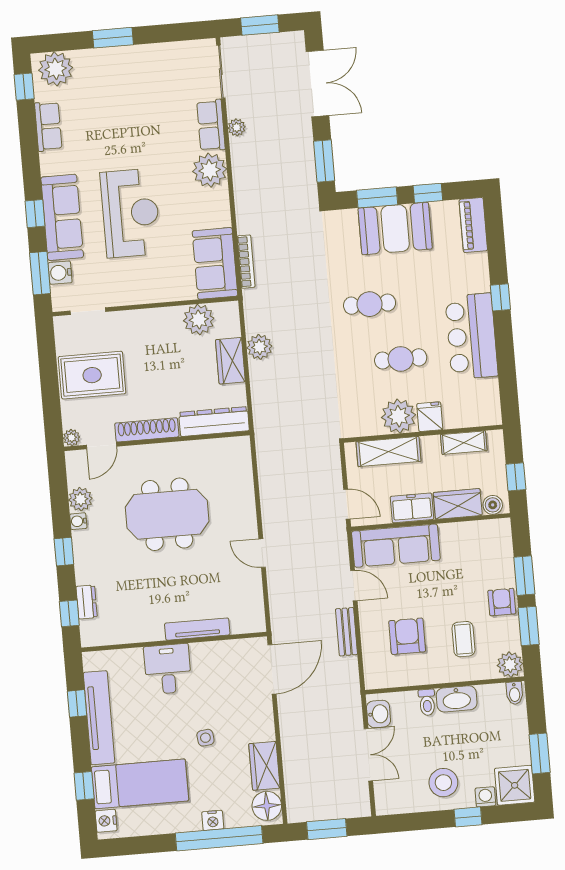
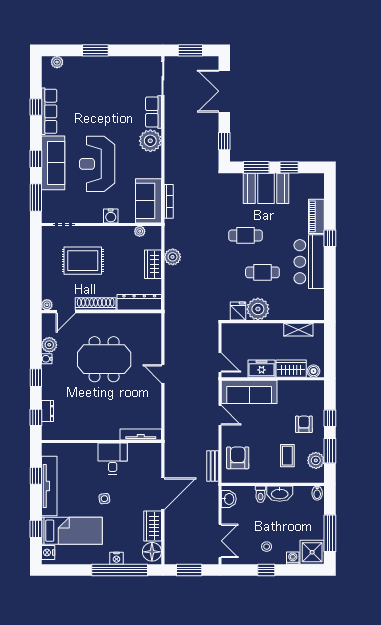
plant: (56, 69) -> (57, 62), width x0.53, depth x0.53
double door: (317, 84) -> (224, 91), swing flipped
window: (24, 87) -> (36, 107), moved
row of seats: (48, 126) -> (49, 111), width x1.48
plant: (237, 127) -> (170, 115), removed
window: (324, 161) -> (224, 141), width x0.67
reception desk: (131, 213) -> (97, 164), turned 180
piano: (473, 225) -> (316, 216), moved
water cooler: (60, 273) -> (111, 216), moved, turned -90
plant: (199, 320) -> (140, 231), width x0.53, depth x0.53
rug: (92, 375) -> (83, 261), moved
fridge: (430, 417) -> (238, 311), moved
shelving: (388, 452) -> (250, 331), removed
window: (516, 477) -> (330, 354), removed
door: (262, 553) -> (163, 374), moved
window: (524, 576) -> (330, 418), width x0.67
armchair: (502, 602) -> (304, 424), moved
tv unit: (197, 629) -> (141, 434), moved
bench: (346, 632) -> (213, 466), moved
armchair: (407, 636) -> (238, 458), moved
plant: (510, 665) -> (316, 460), moved
desk: (168, 669) -> (113, 459), moved
door: (272, 669) -> (163, 494), moved
side table: (205, 738) -> (104, 499), moved
window: (540, 753) -> (330, 533), width x1.44
double door: (368, 755) -> (220, 541), moved
stool: (443, 783) -> (267, 547), width x0.53, depth x0.53
window: (468, 817) -> (266, 570), moved

